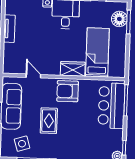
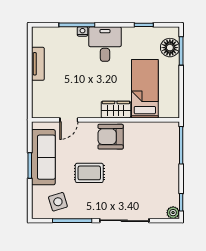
door: (33, 76) -> (69, 120), swing flipped
bar counter: (111, 106) -> (164, 152), removed
rug: (49, 121) -> (89, 173), turned 90

